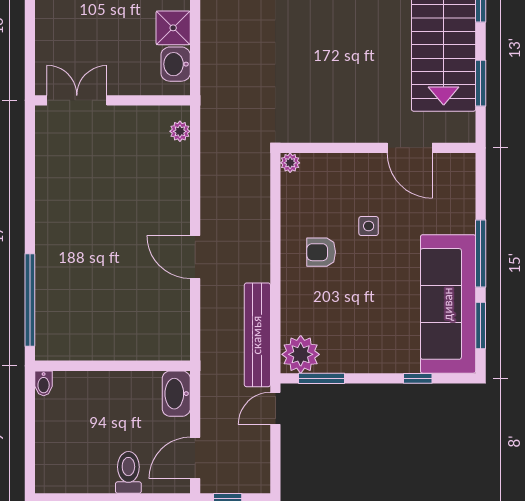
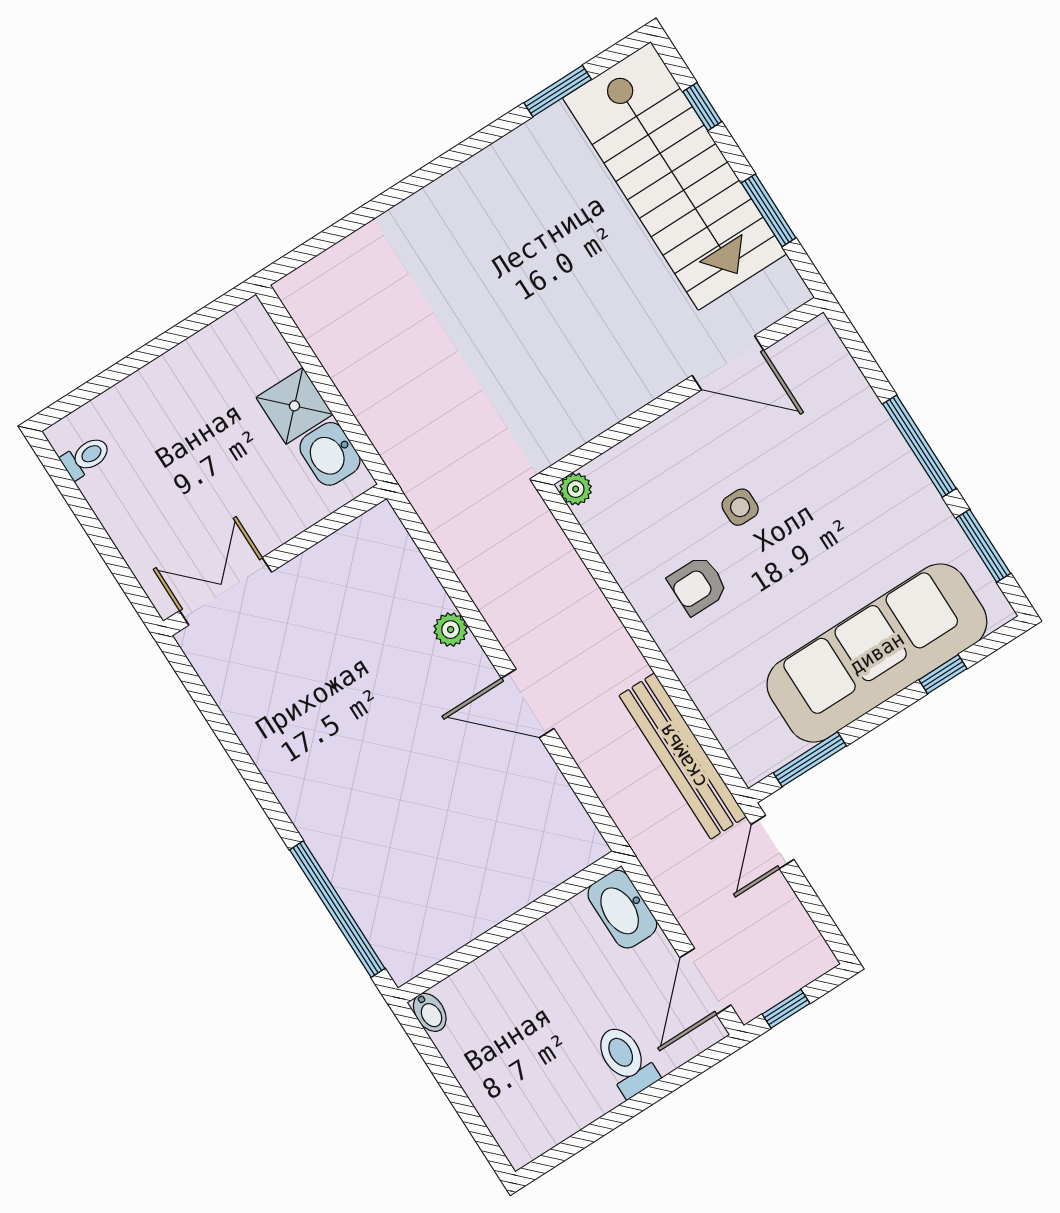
plant: (180, 131) -> (451, 630), moved
sofa: (448, 304) -> (877, 653), moved, turned 90
plant: (301, 354) -> (760, 745), removed

